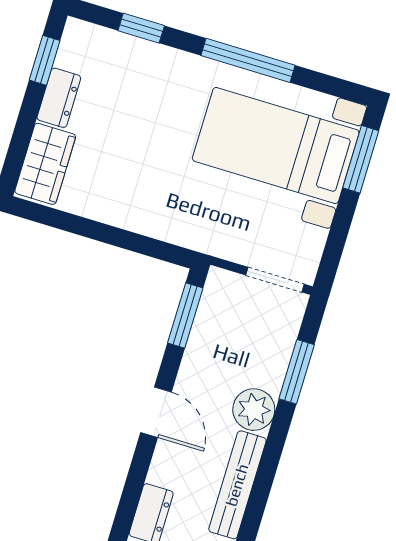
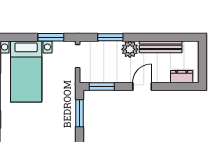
window: (361, 159) -> (51, 37), moved
window: (137, 243) -> (79, 113), added

